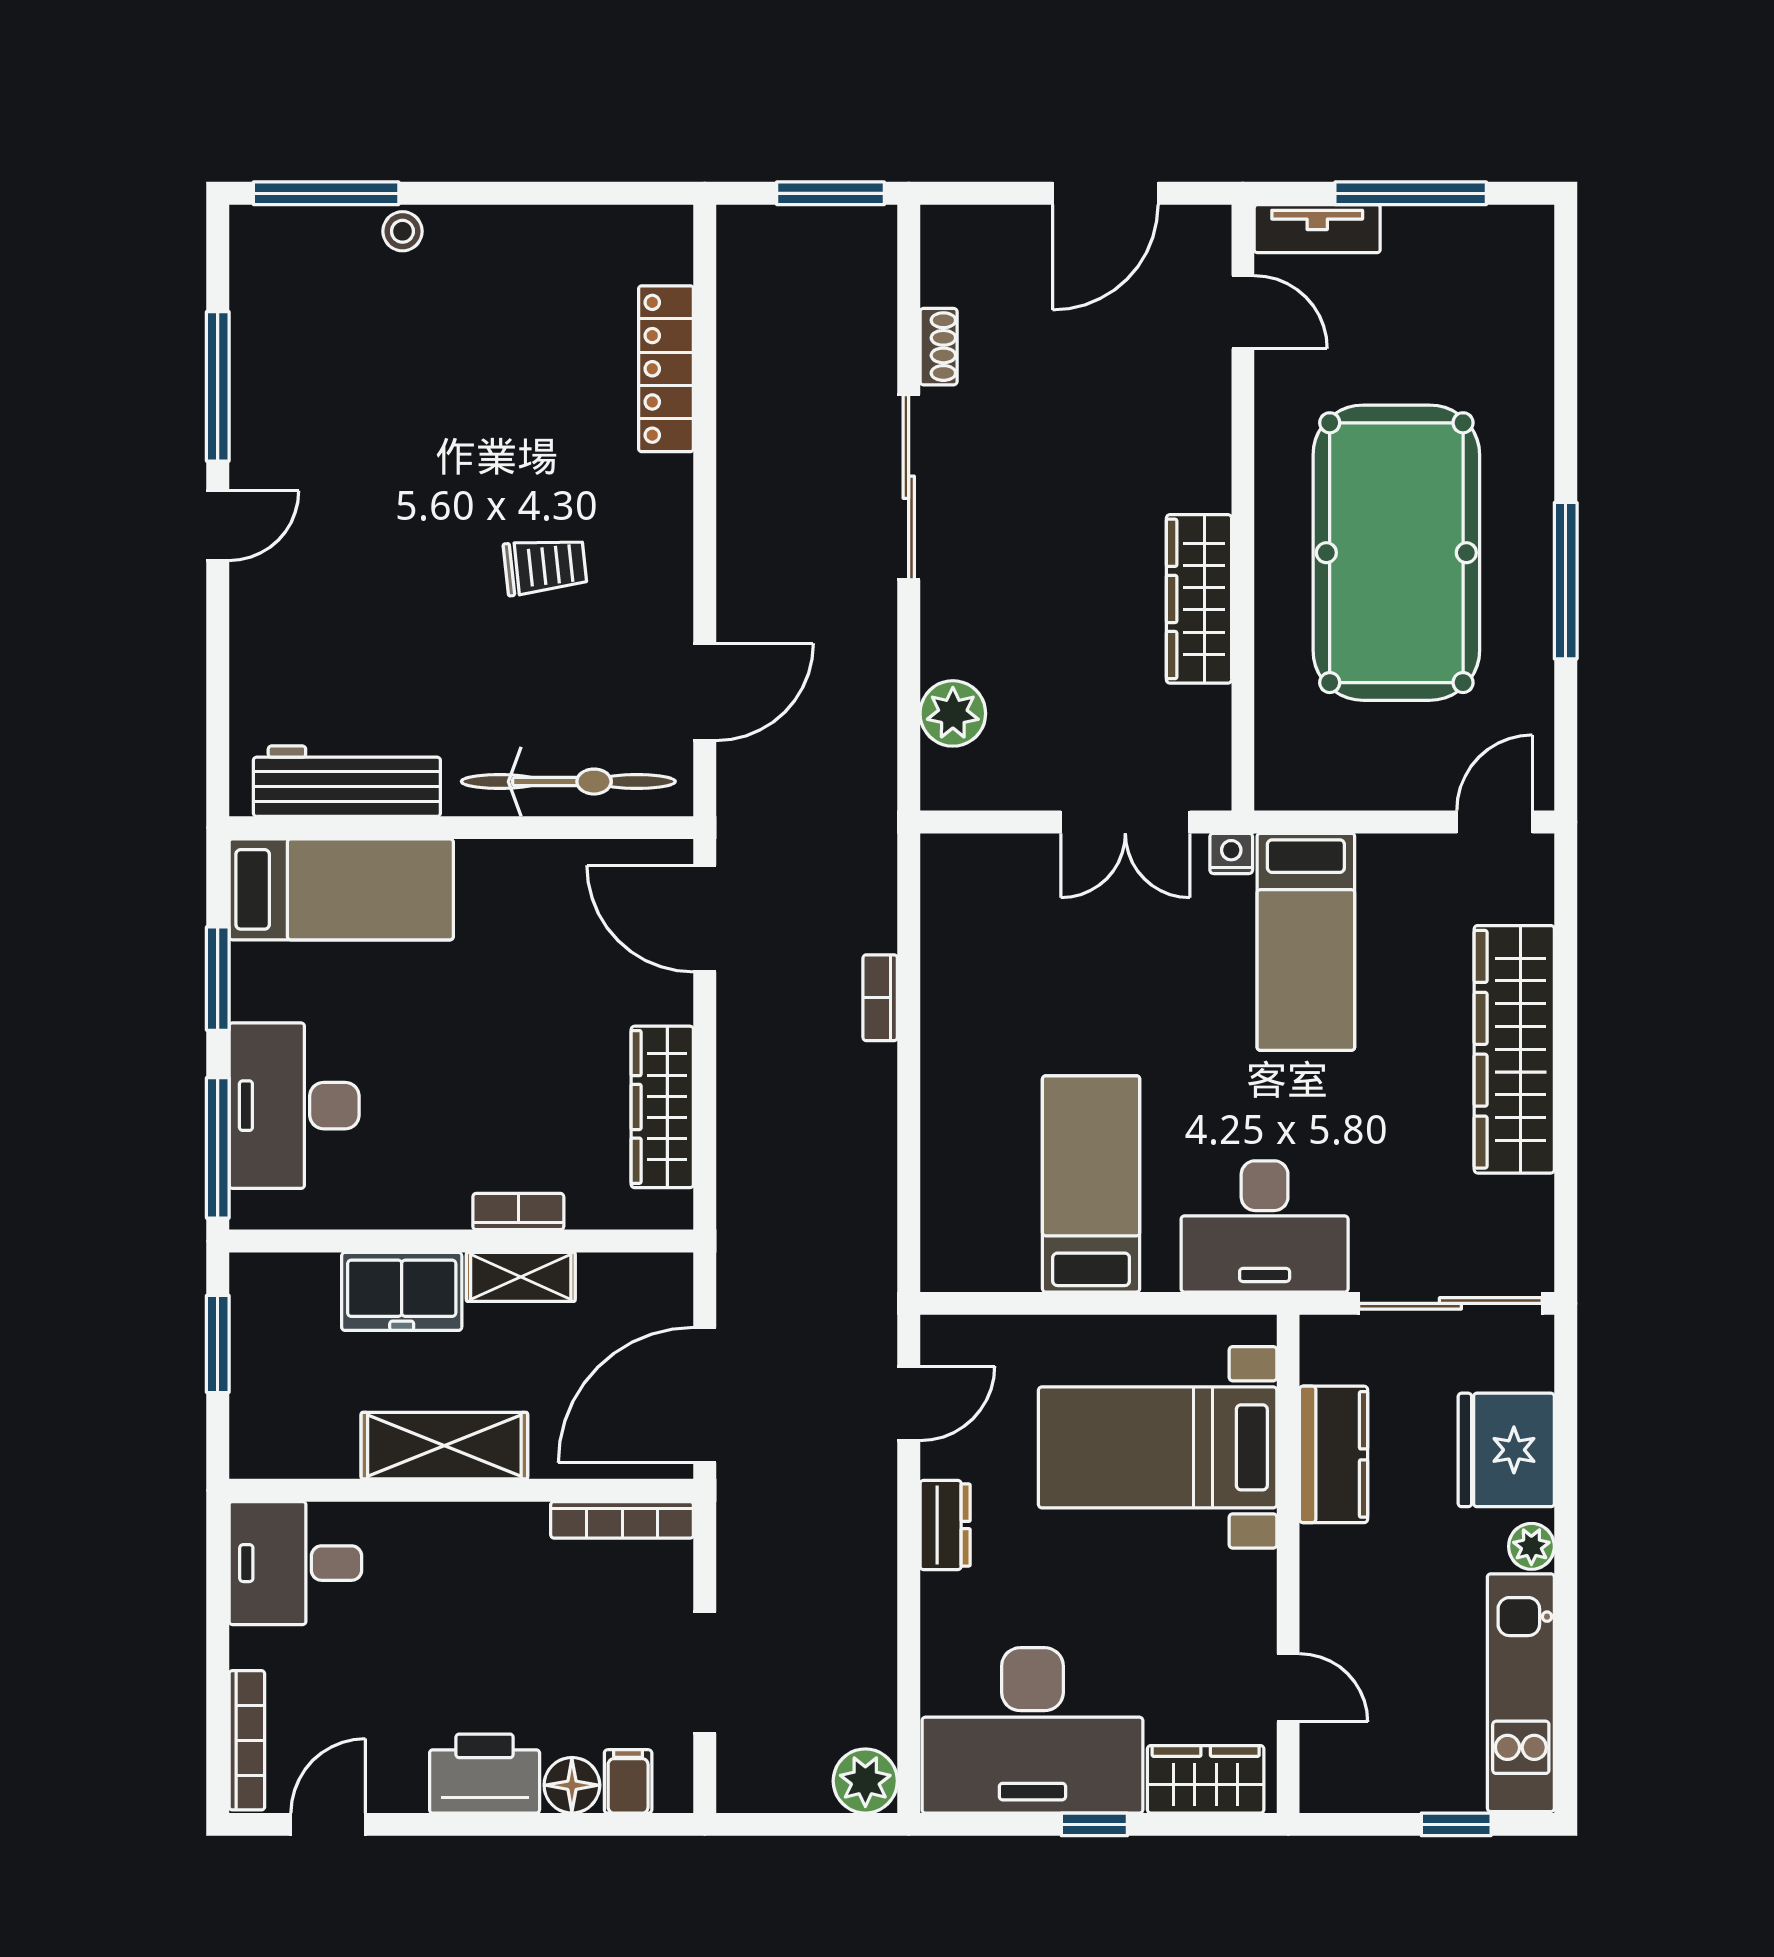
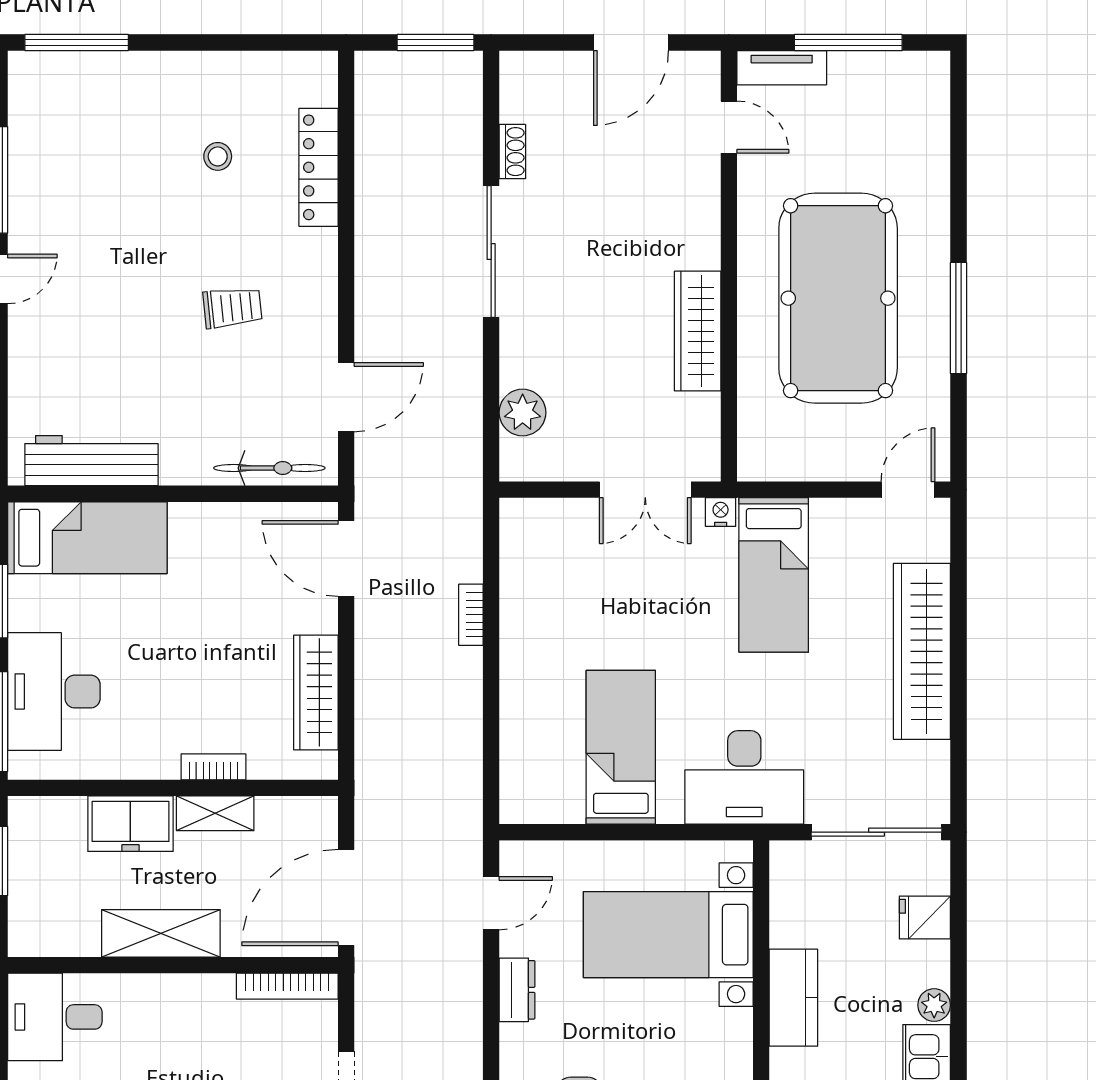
stool: (402, 231) -> (218, 156), moved
bicycle: (568, 782) -> (269, 468), width x0.73, depth x0.71
fridge: (1506, 1450) -> (925, 917), width x0.53, depth x0.75
kitchen counter: (1334, 1454) -> (793, 998), moved

